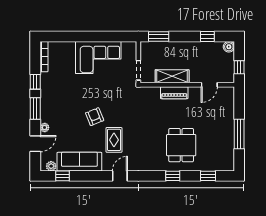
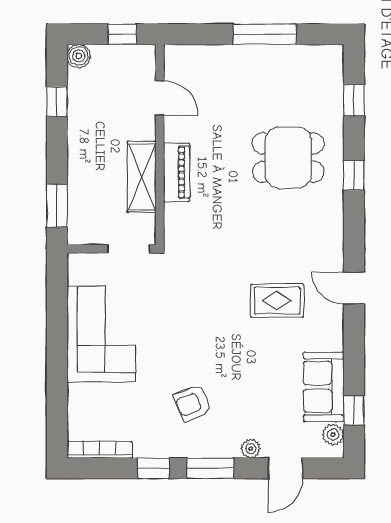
armchair: (95, 117) -> (193, 403), moved
door: (35, 144) -> (285, 468), swing flipped
sofa: (79, 162) -> (324, 387), width x0.73

